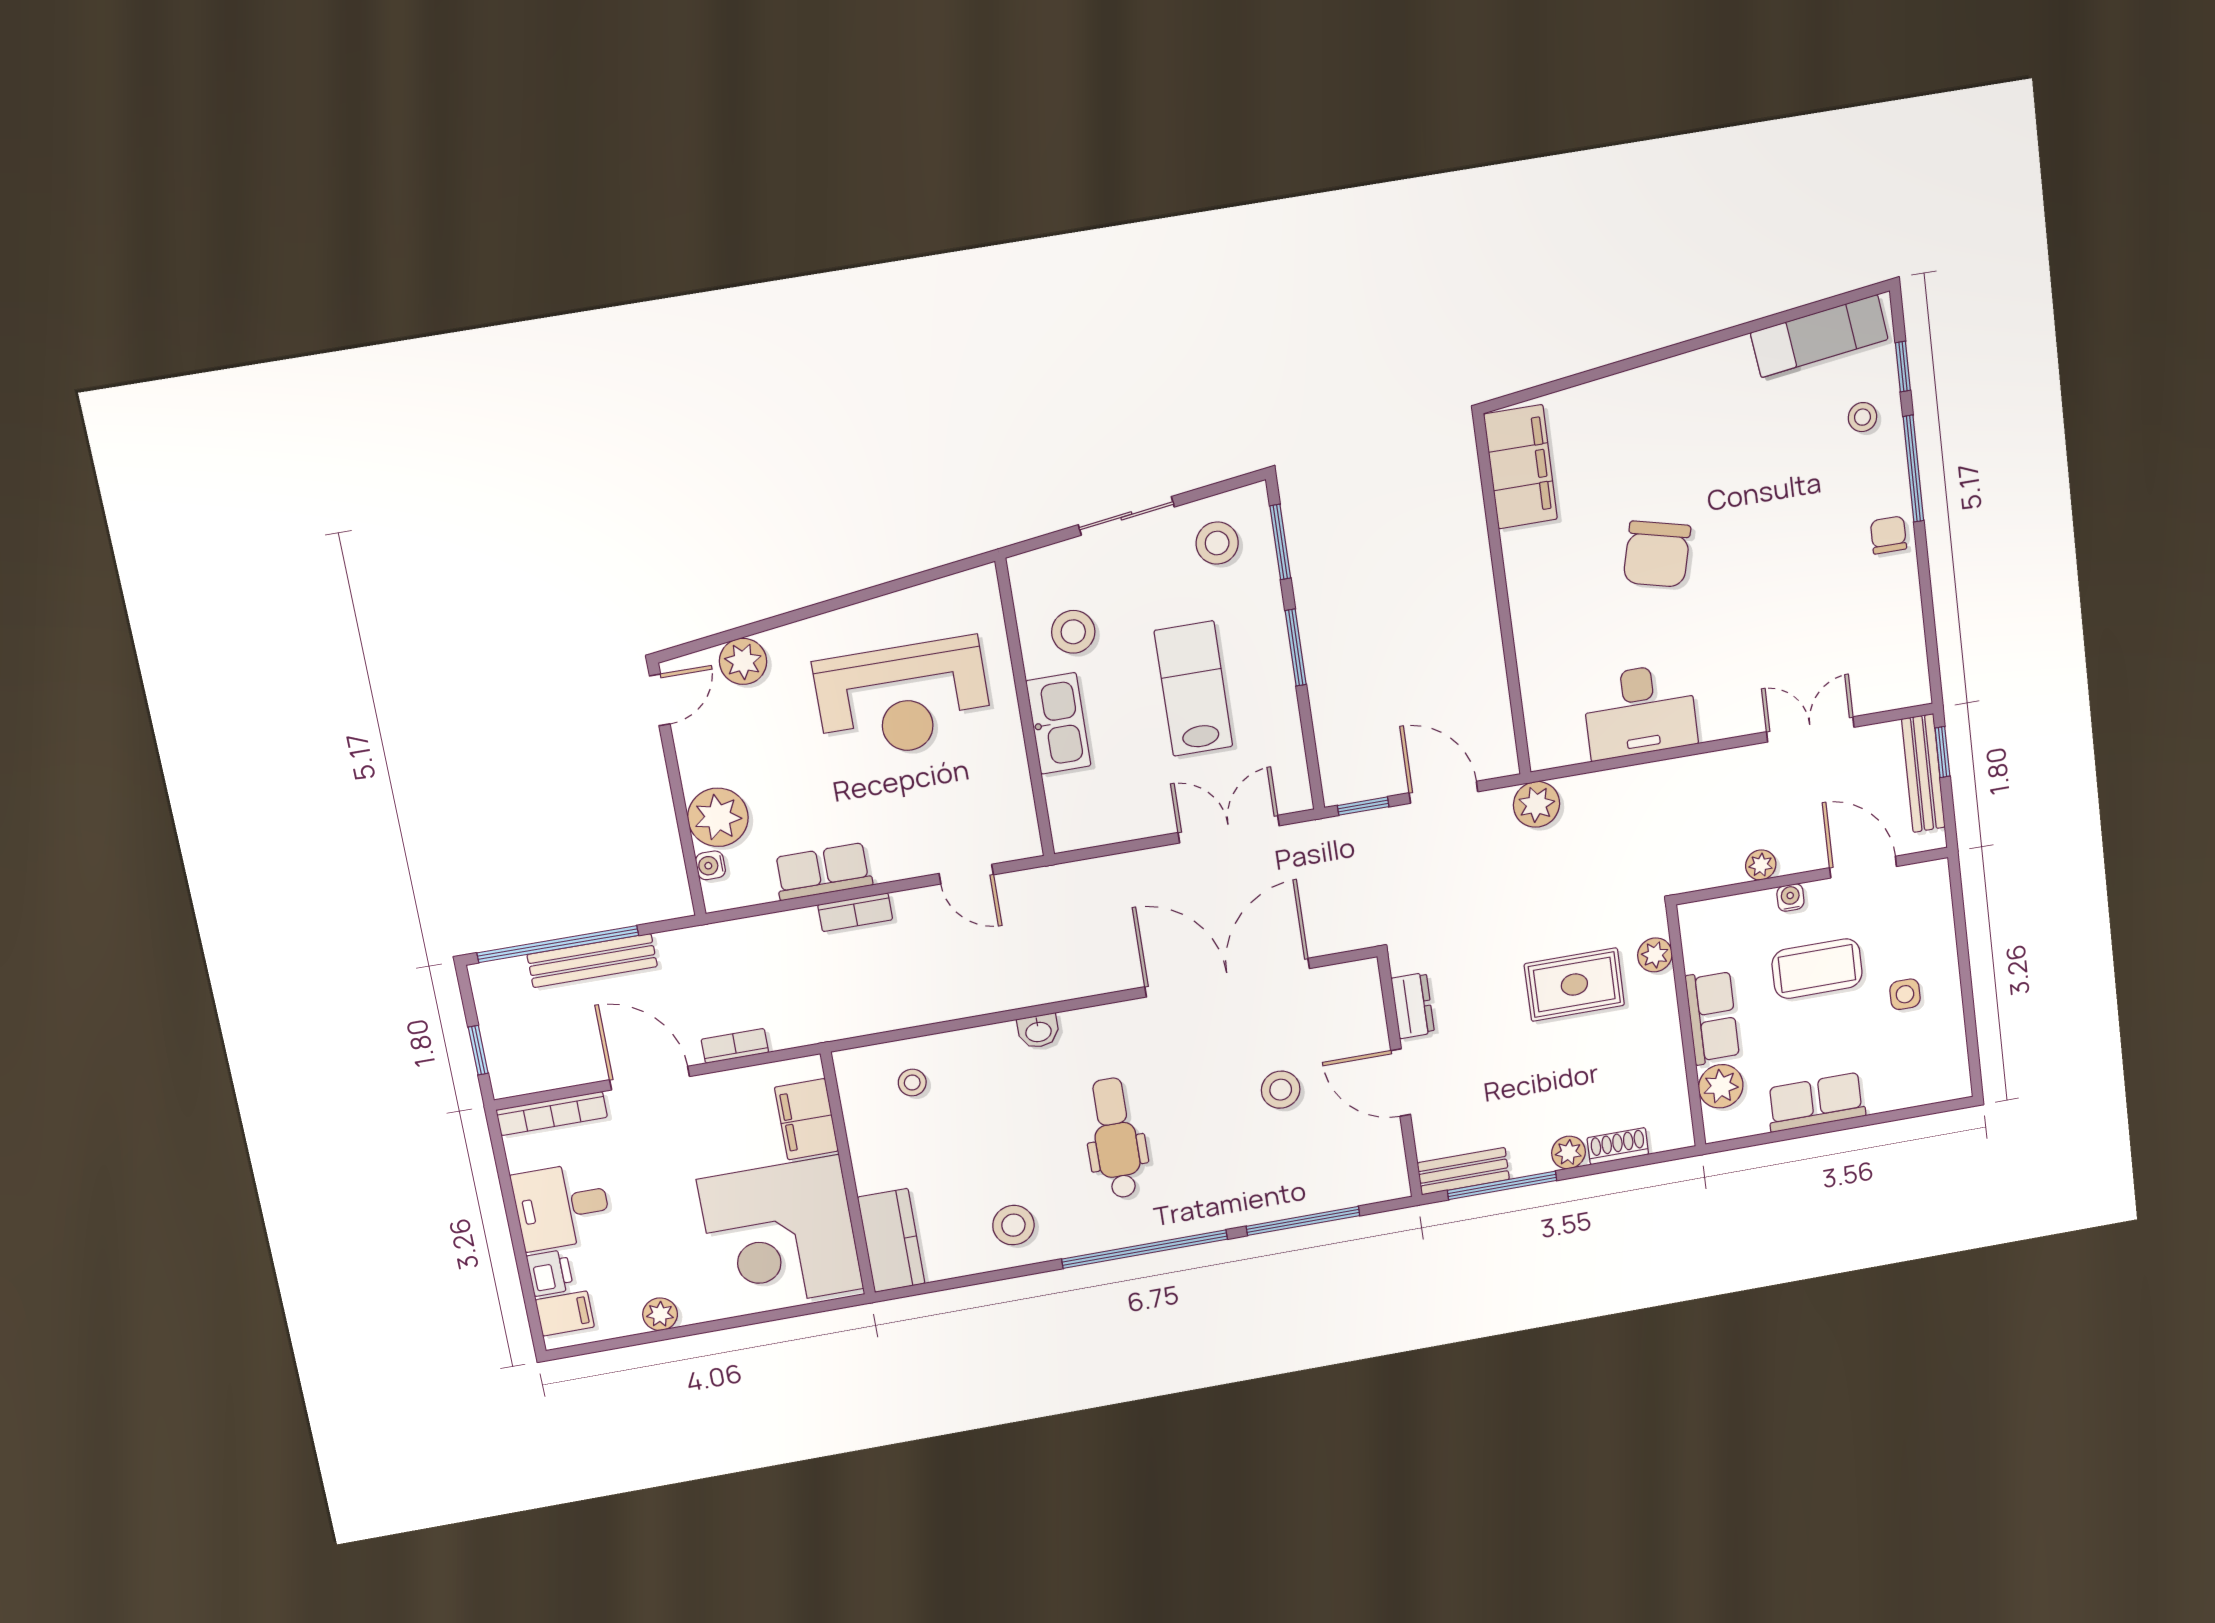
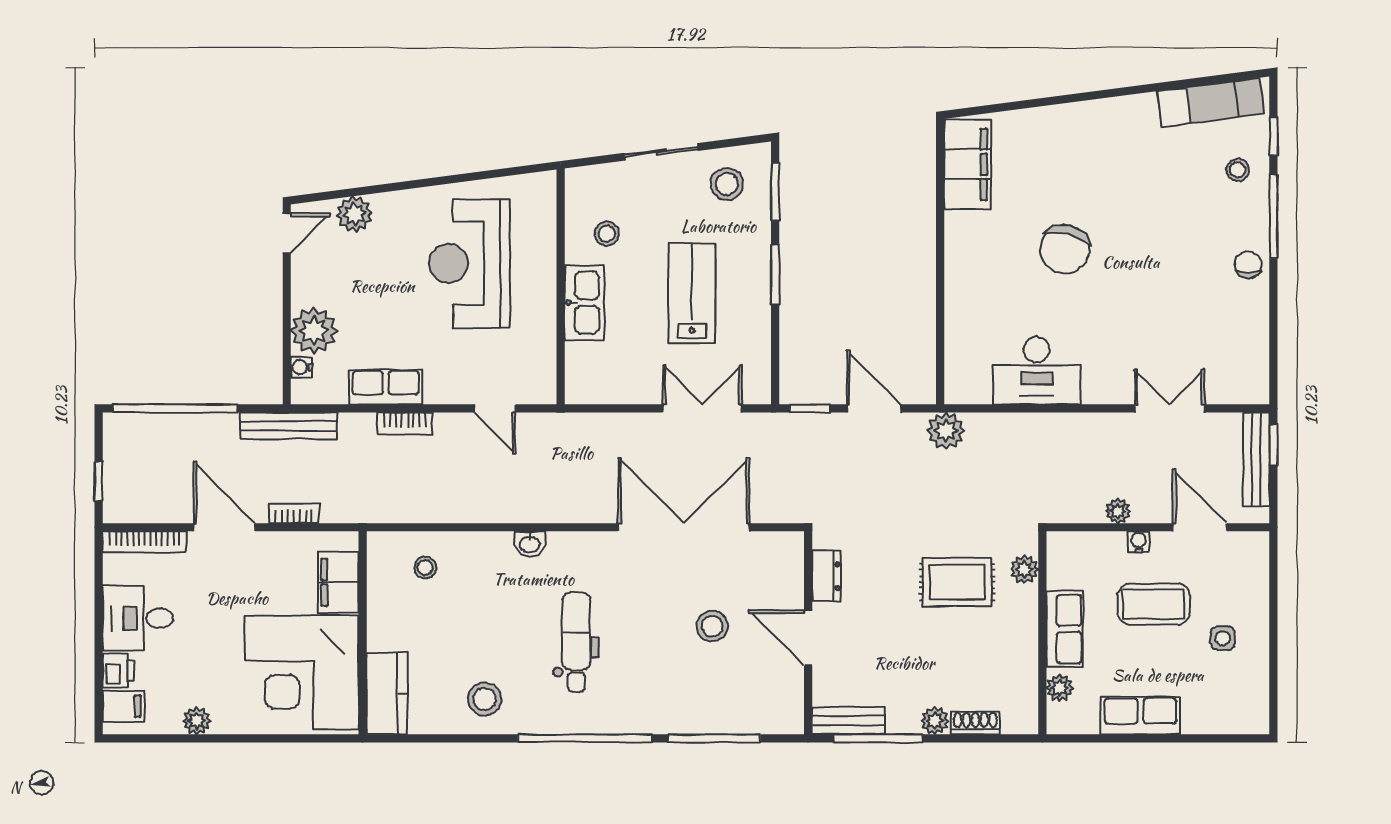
stool: (1073, 632) -> (607, 234), width x0.73, depth x0.73
reception desk: (903, 699) -> (469, 263), turned 90
bench: (592, 961) -> (289, 426), moved
plant: (1721, 1086) -> (1060, 688), width x0.73, depth x0.73

